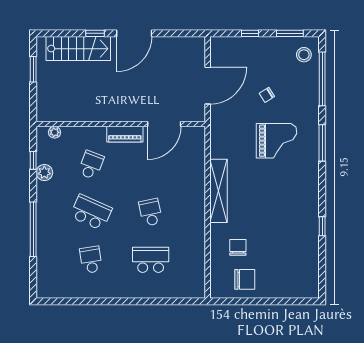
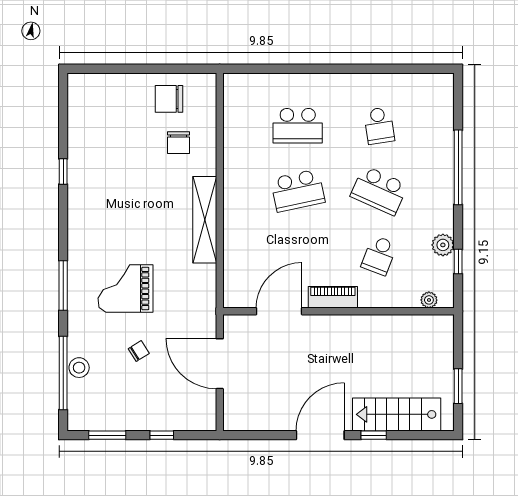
stool: (304, 55) -> (79, 368), moved
door: (208, 86) -> (220, 364), hinge flipped
school desk: (151, 212) -> (298, 191), width x1.85

